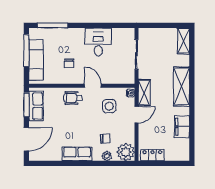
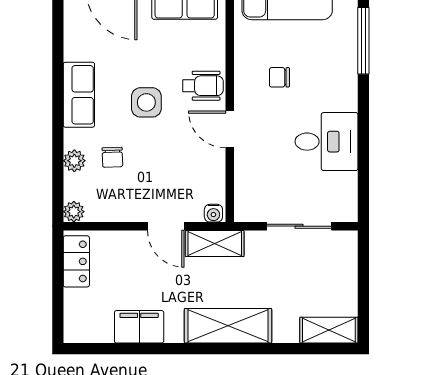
door: (93, 86) -> (230, 129), swing flipped
wheelchair: (73, 98) -> (203, 86), turned 90
side table: (109, 106) -> (146, 102), moved
plant: (126, 152) -> (74, 212), width x0.53, depth x0.53

